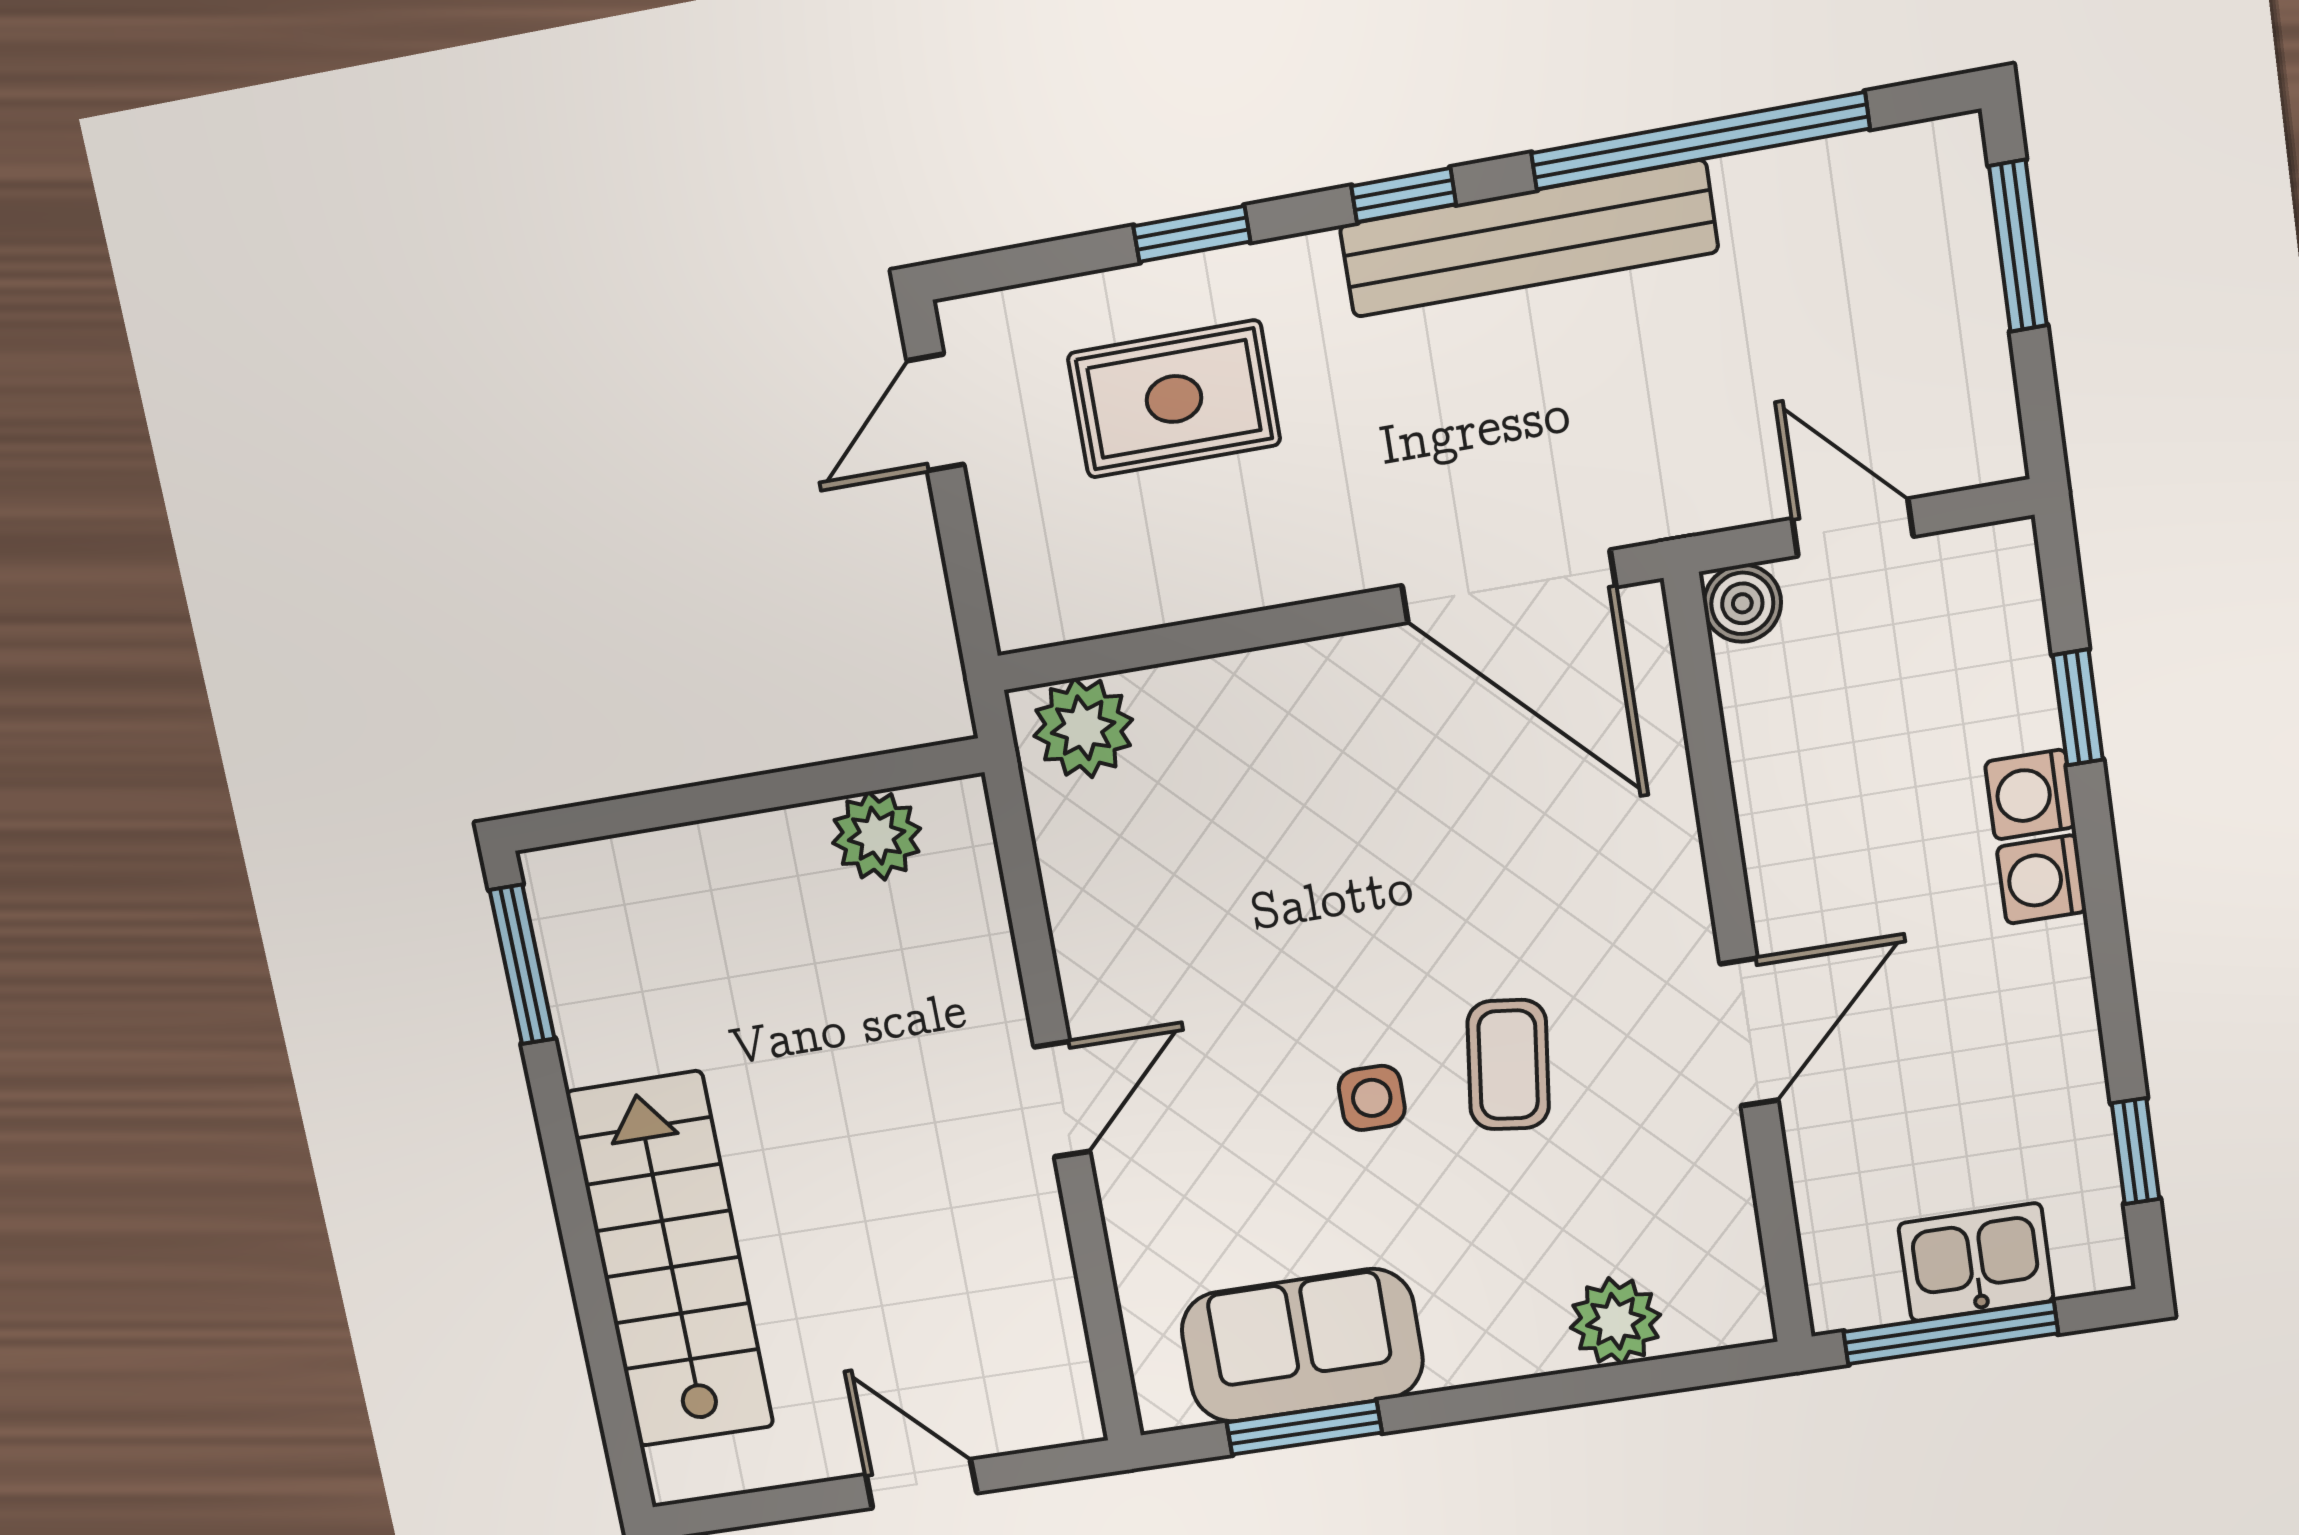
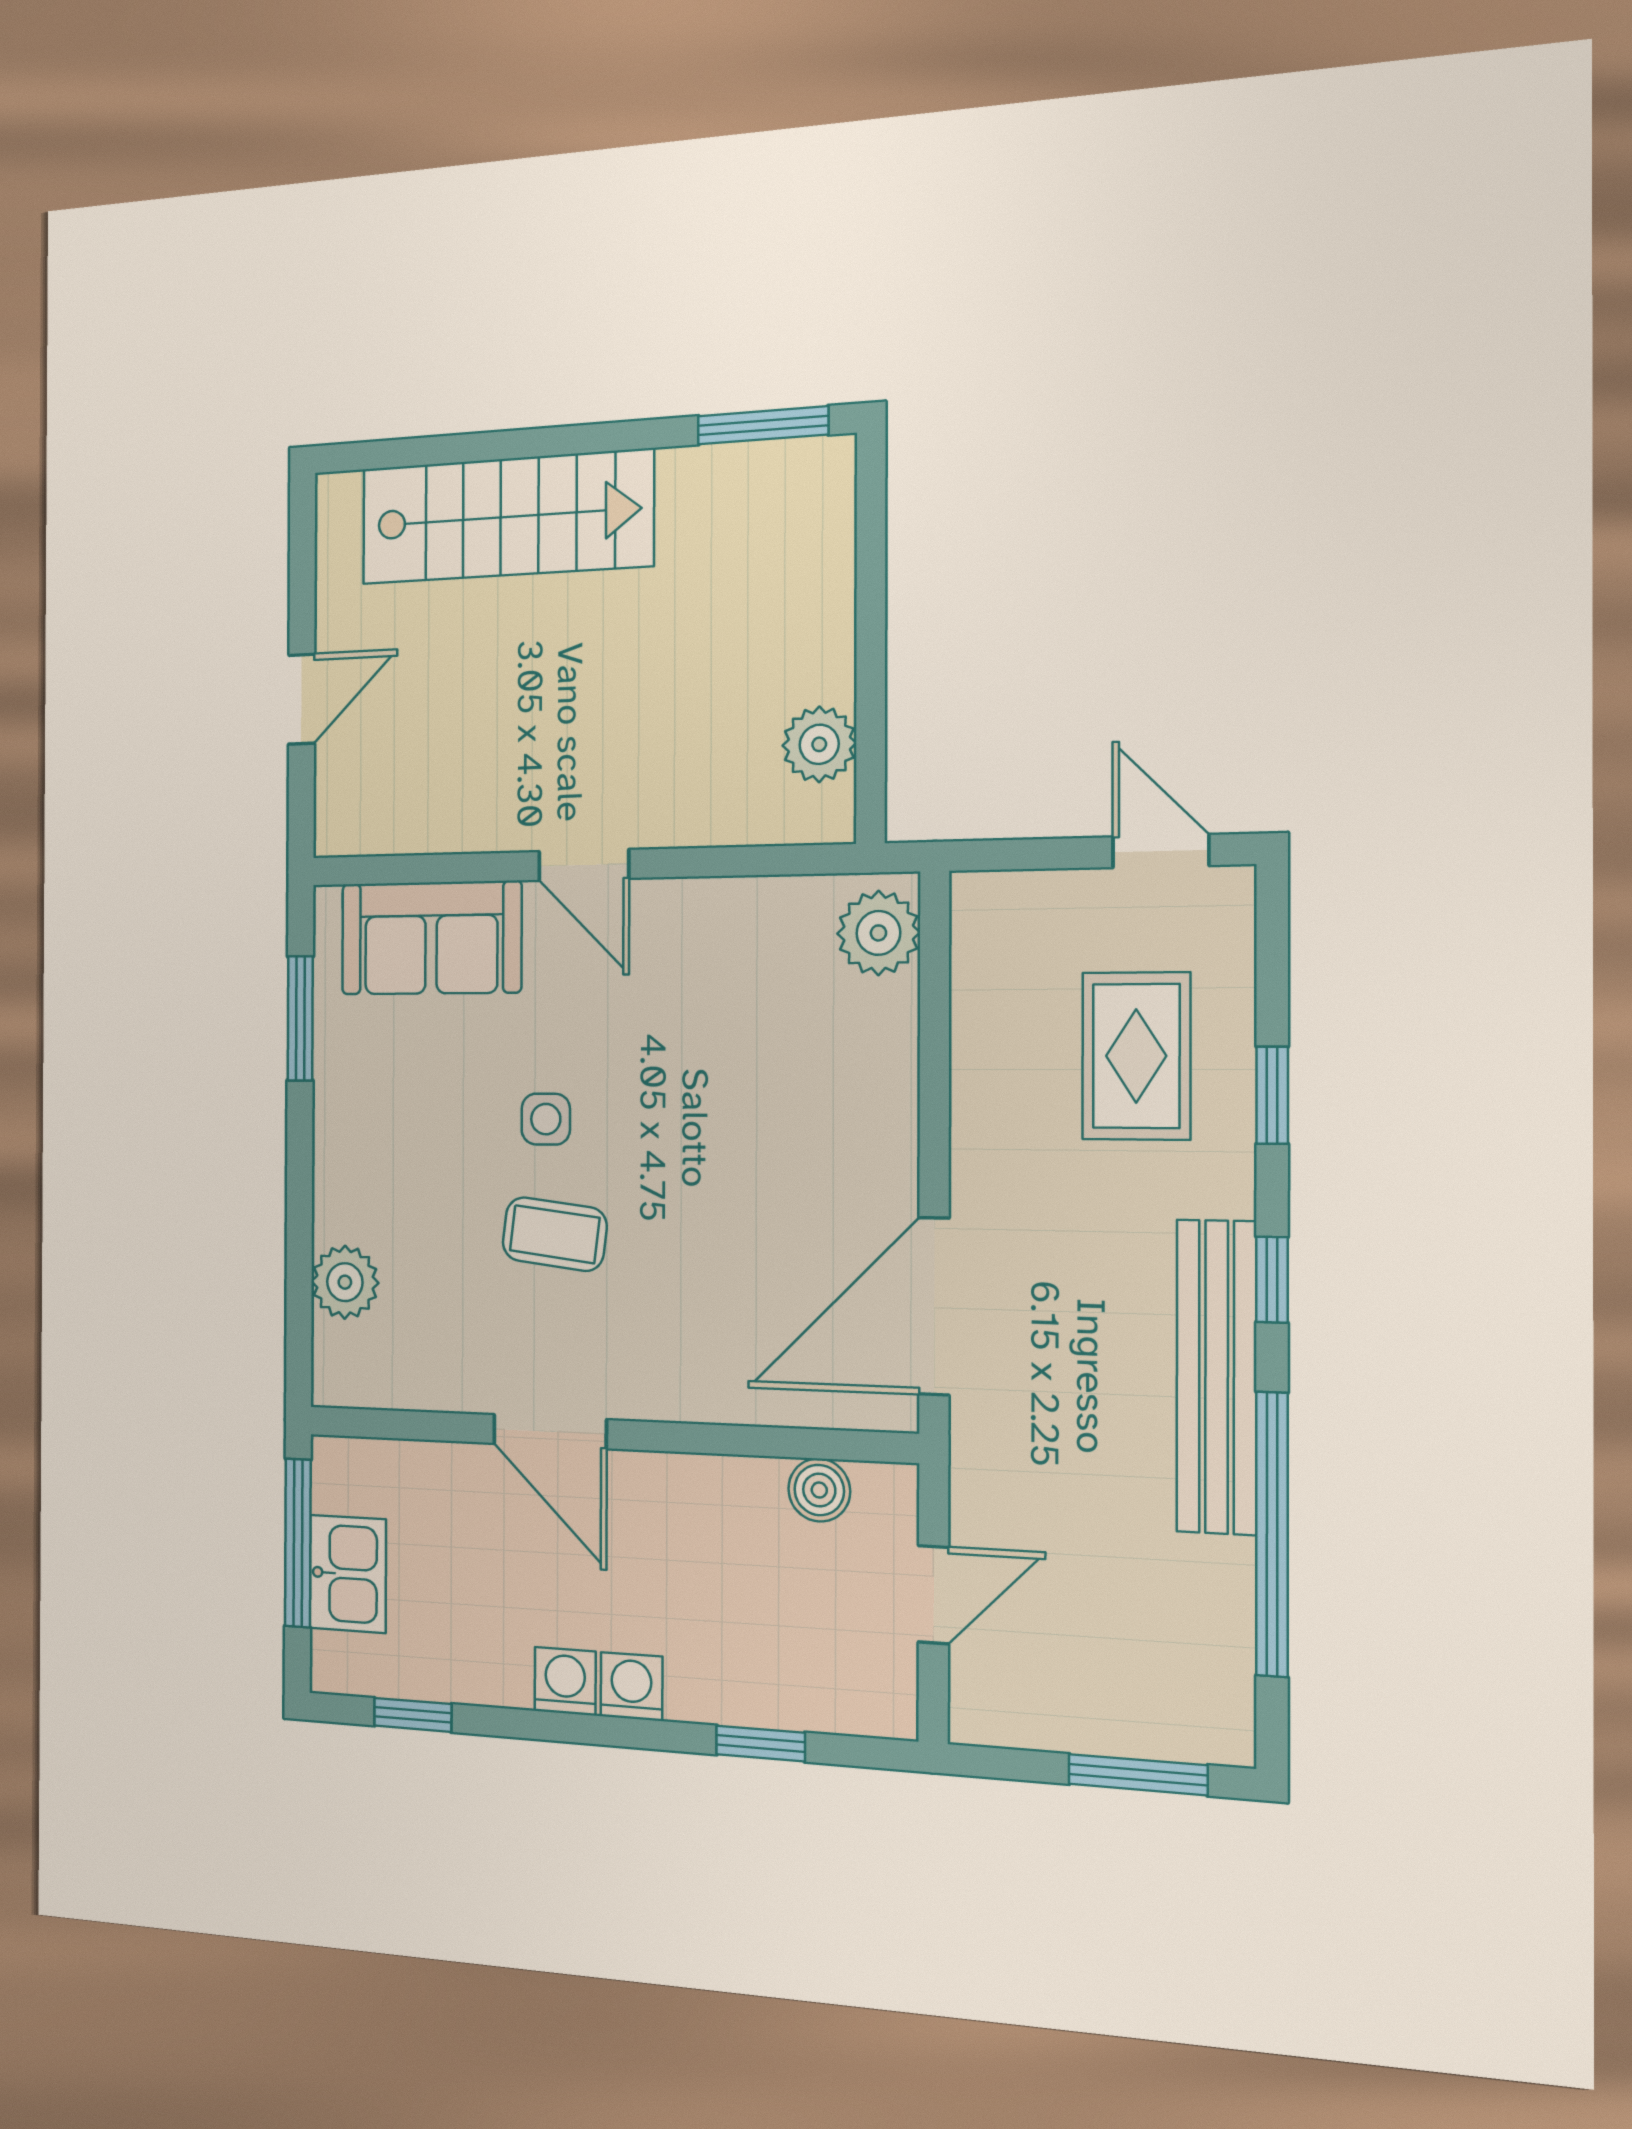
boiler: (1742, 603) -> (819, 1490), moved
washing machine: (2030, 795) -> (565, 1681), moved
sofa: (1302, 1346) -> (431, 938), moved, turned 90

